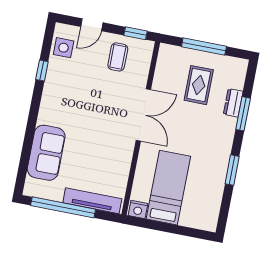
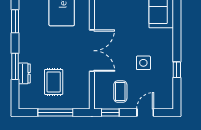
side table: (64, 48) -> (143, 63), moved
double door: (143, 115) -> (92, 51), swing flipped

